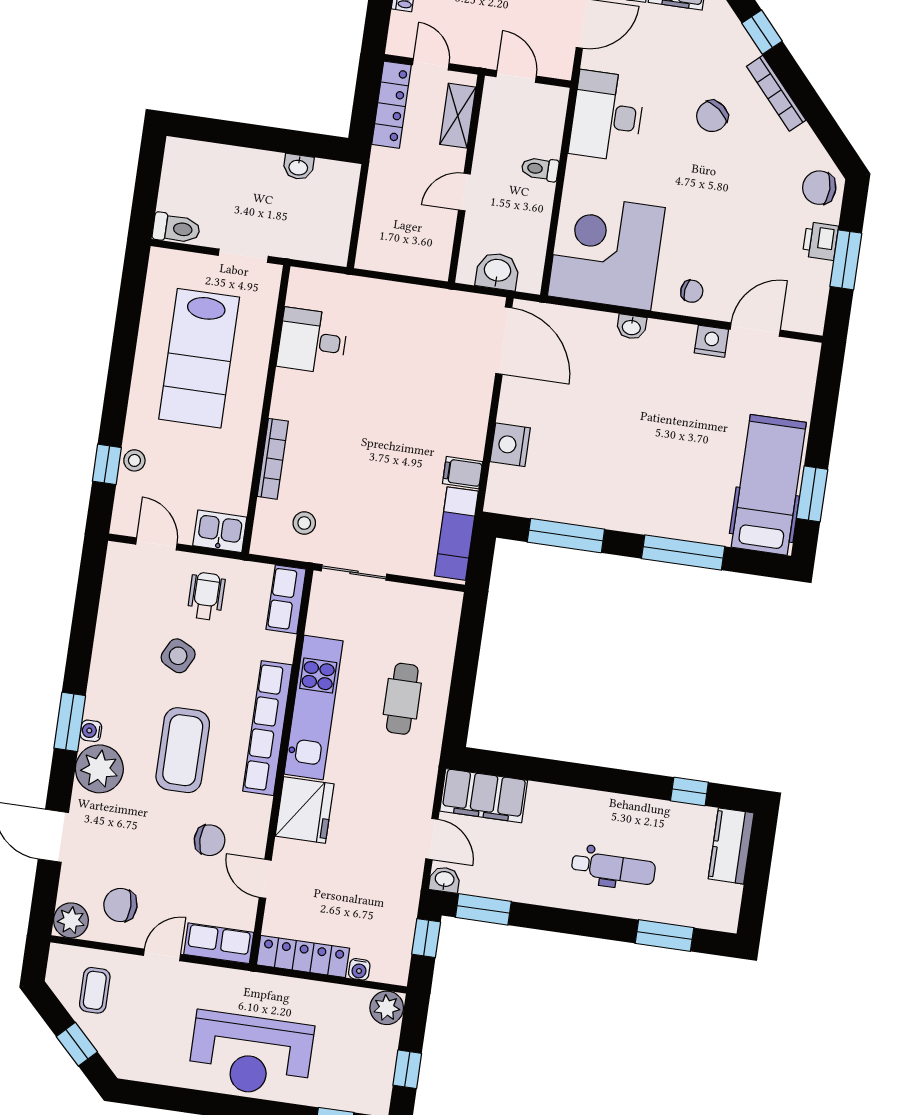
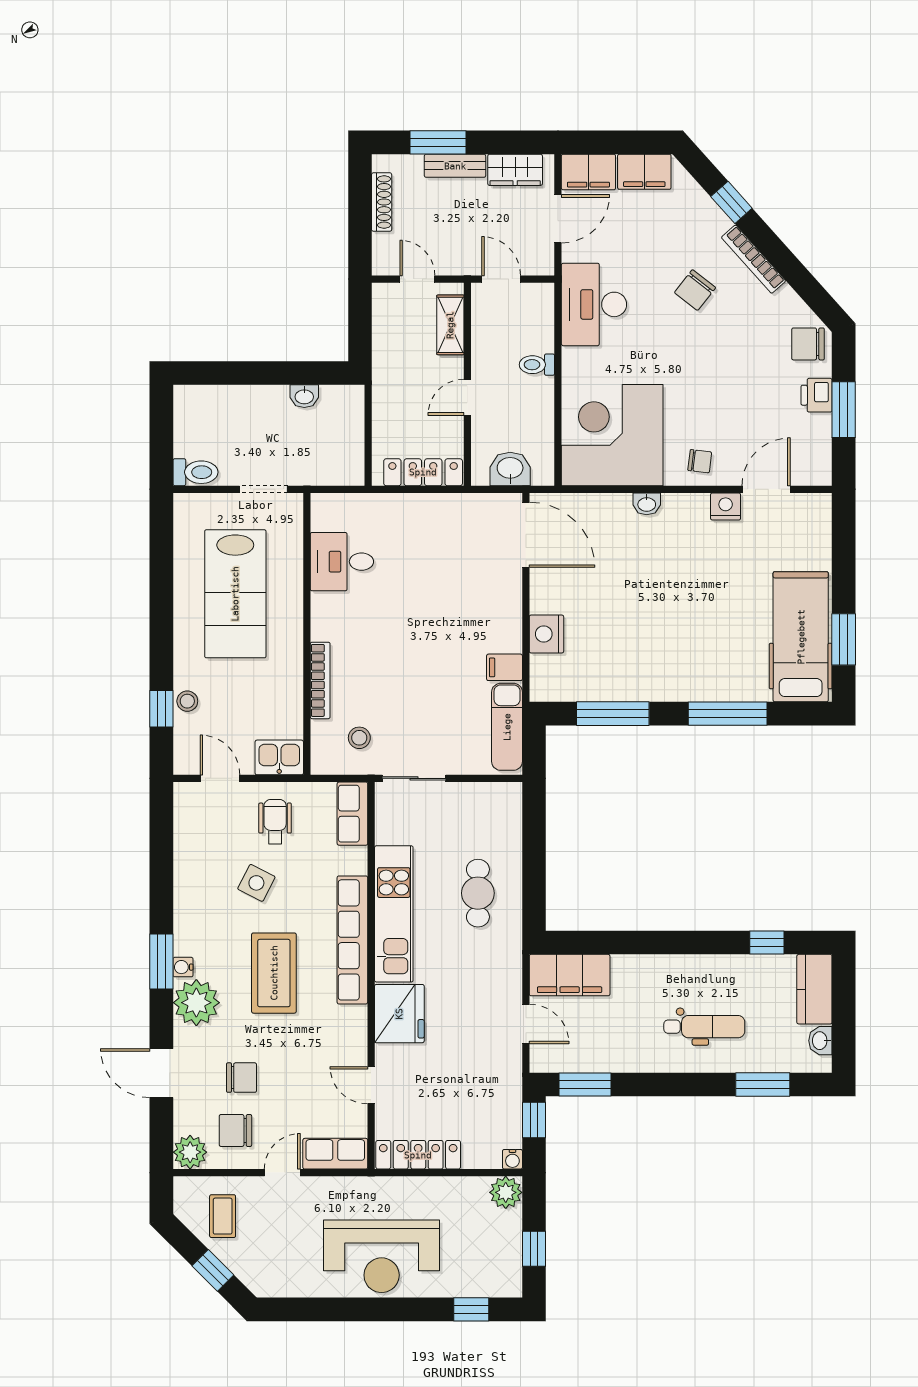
locker: (391, 105) -> (423, 472), moved, turned -90
chair: (210, 840) -> (242, 1078), moved
washbasin: (445, 880) -> (820, 1041), moved, turned -90
water cooler: (359, 969) -> (512, 1159), moved

